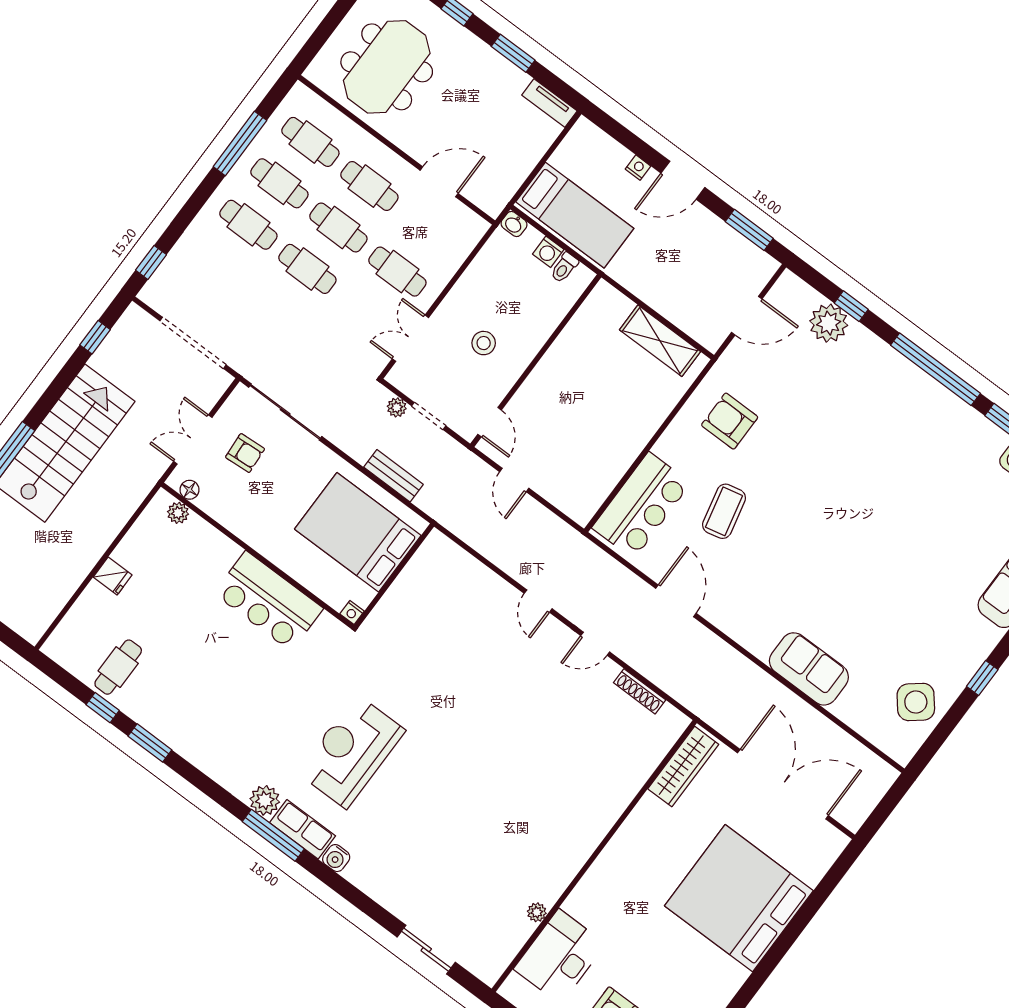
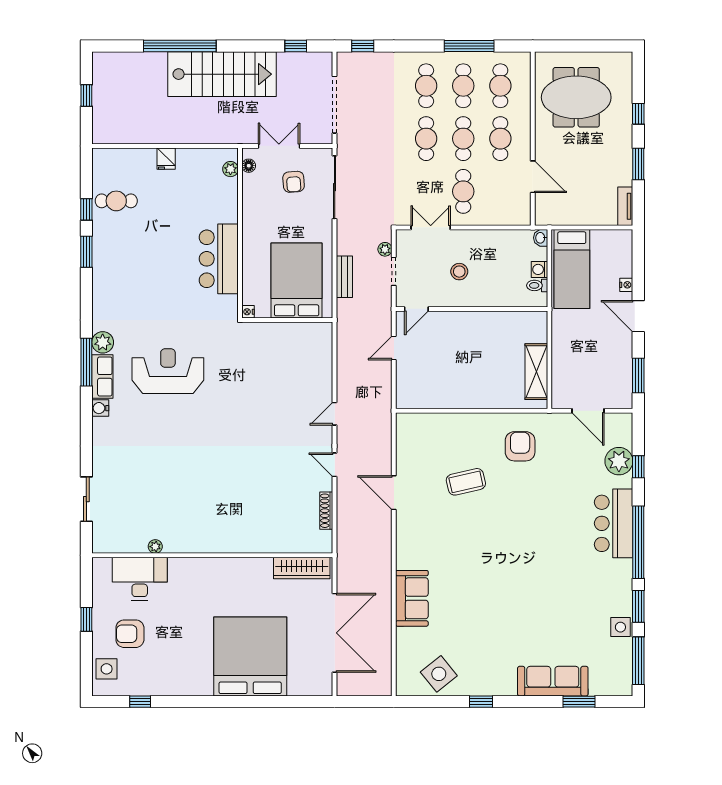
bar counter: (641, 505) -> (614, 523), moved, turned 90
door: (676, 601) -> (394, 493), swing flipped

